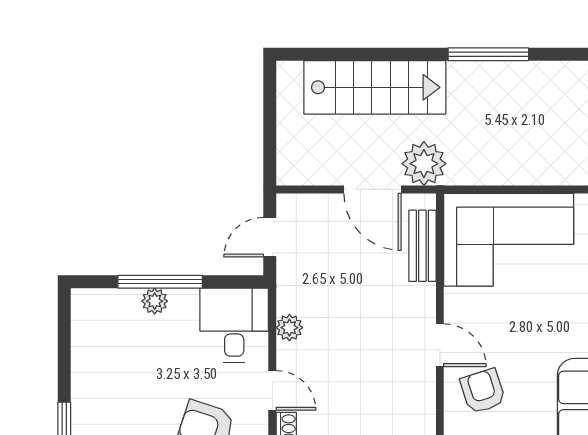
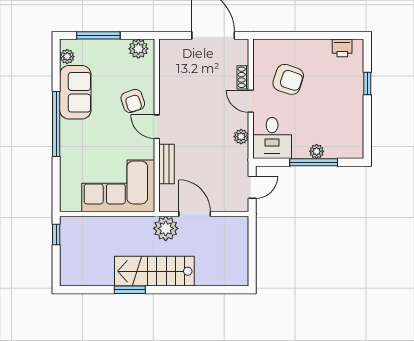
window: (488, 54) -> (130, 290), width x0.69
stairs: (375, 87) -> (154, 271), moved
bench: (422, 246) -> (167, 164), moved

